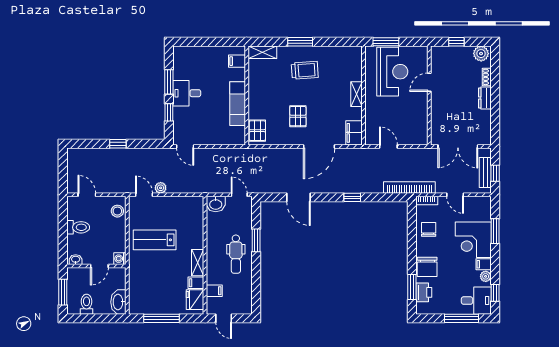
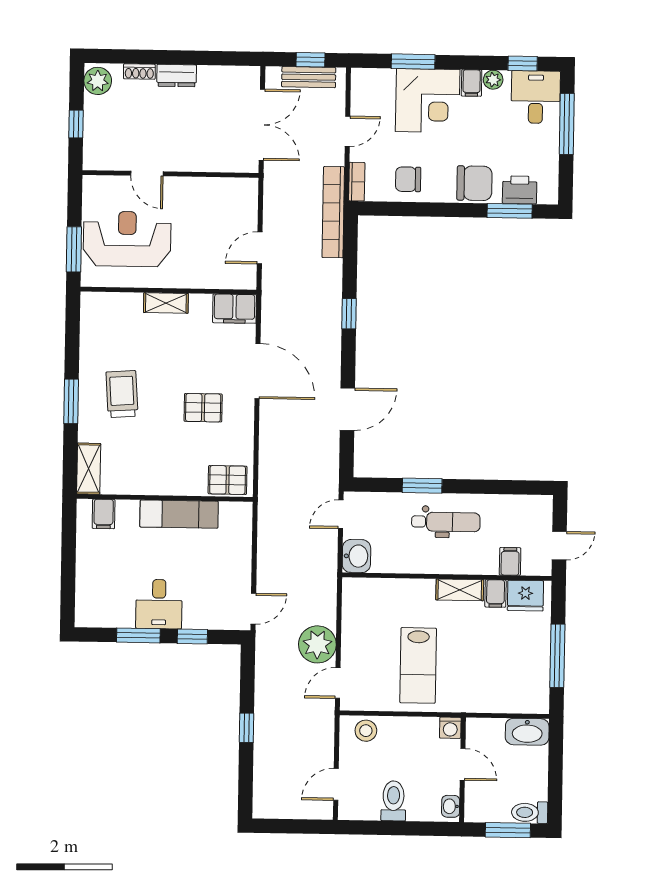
plant: (161, 188) -> (317, 644), width x1.88, depth x1.88
toilet: (87, 304) -> (530, 812), moved

